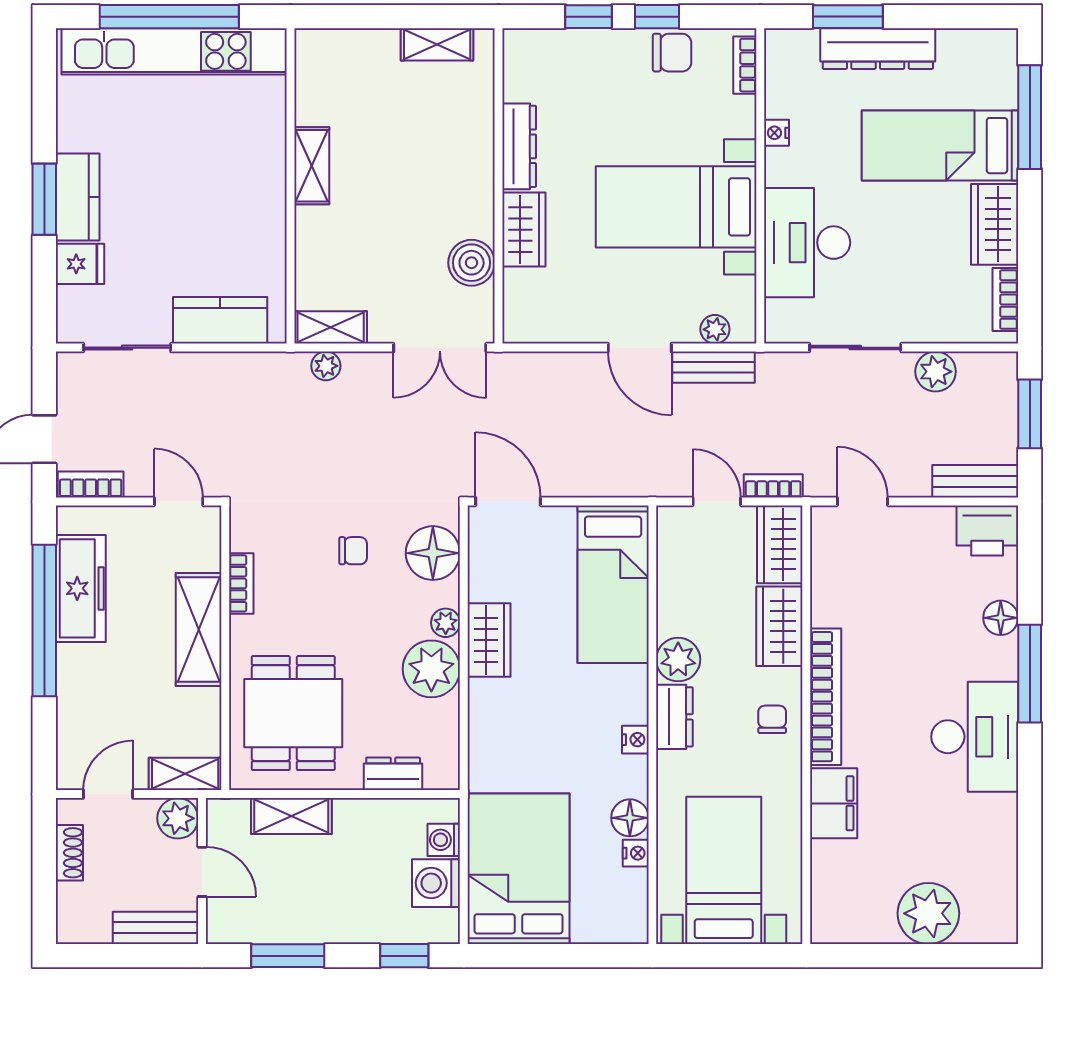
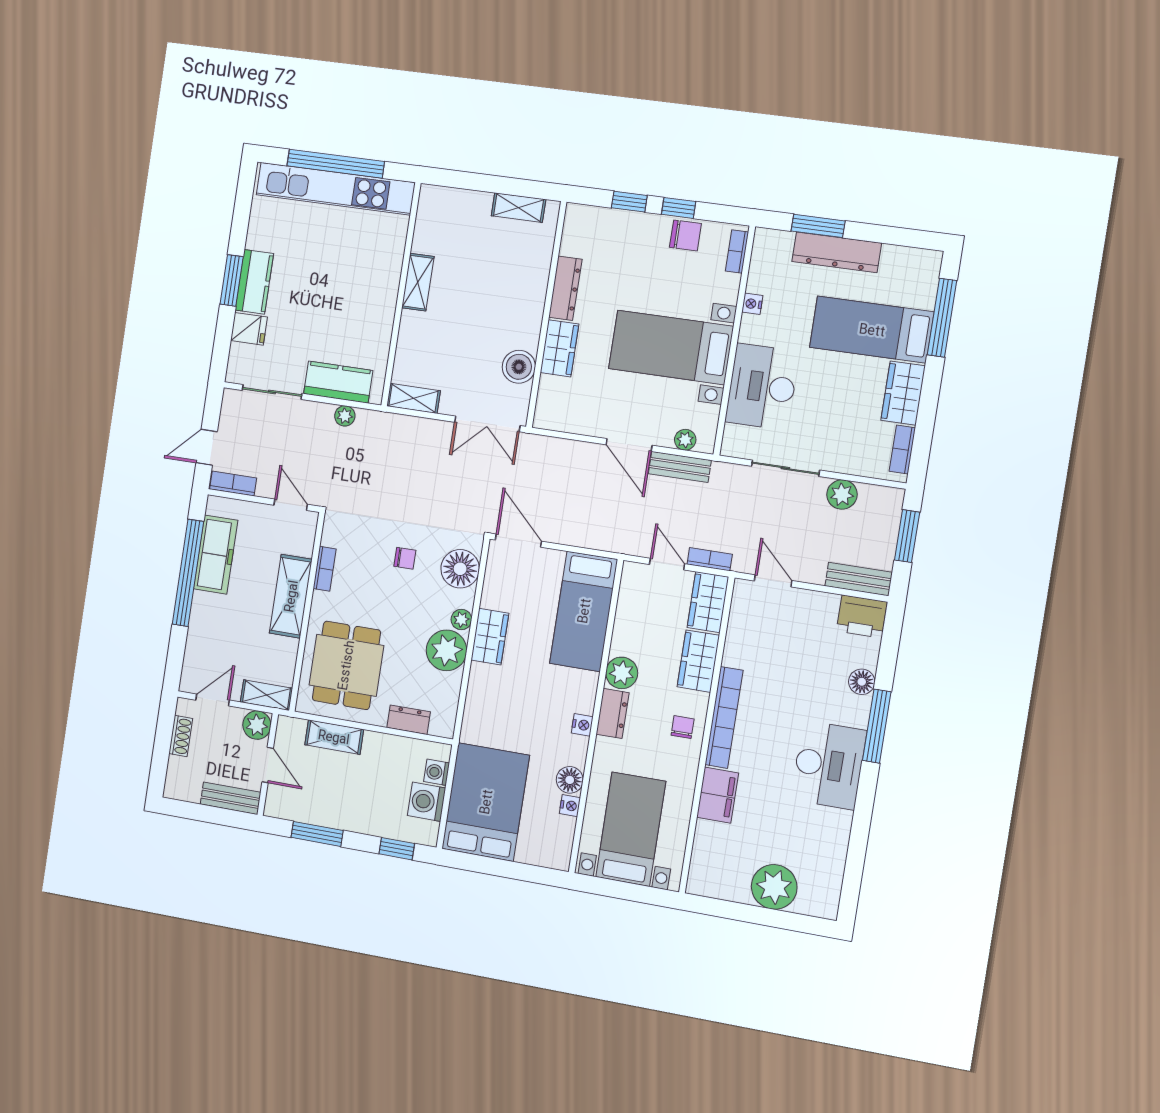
plant: (326, 366) -> (345, 416), moved

